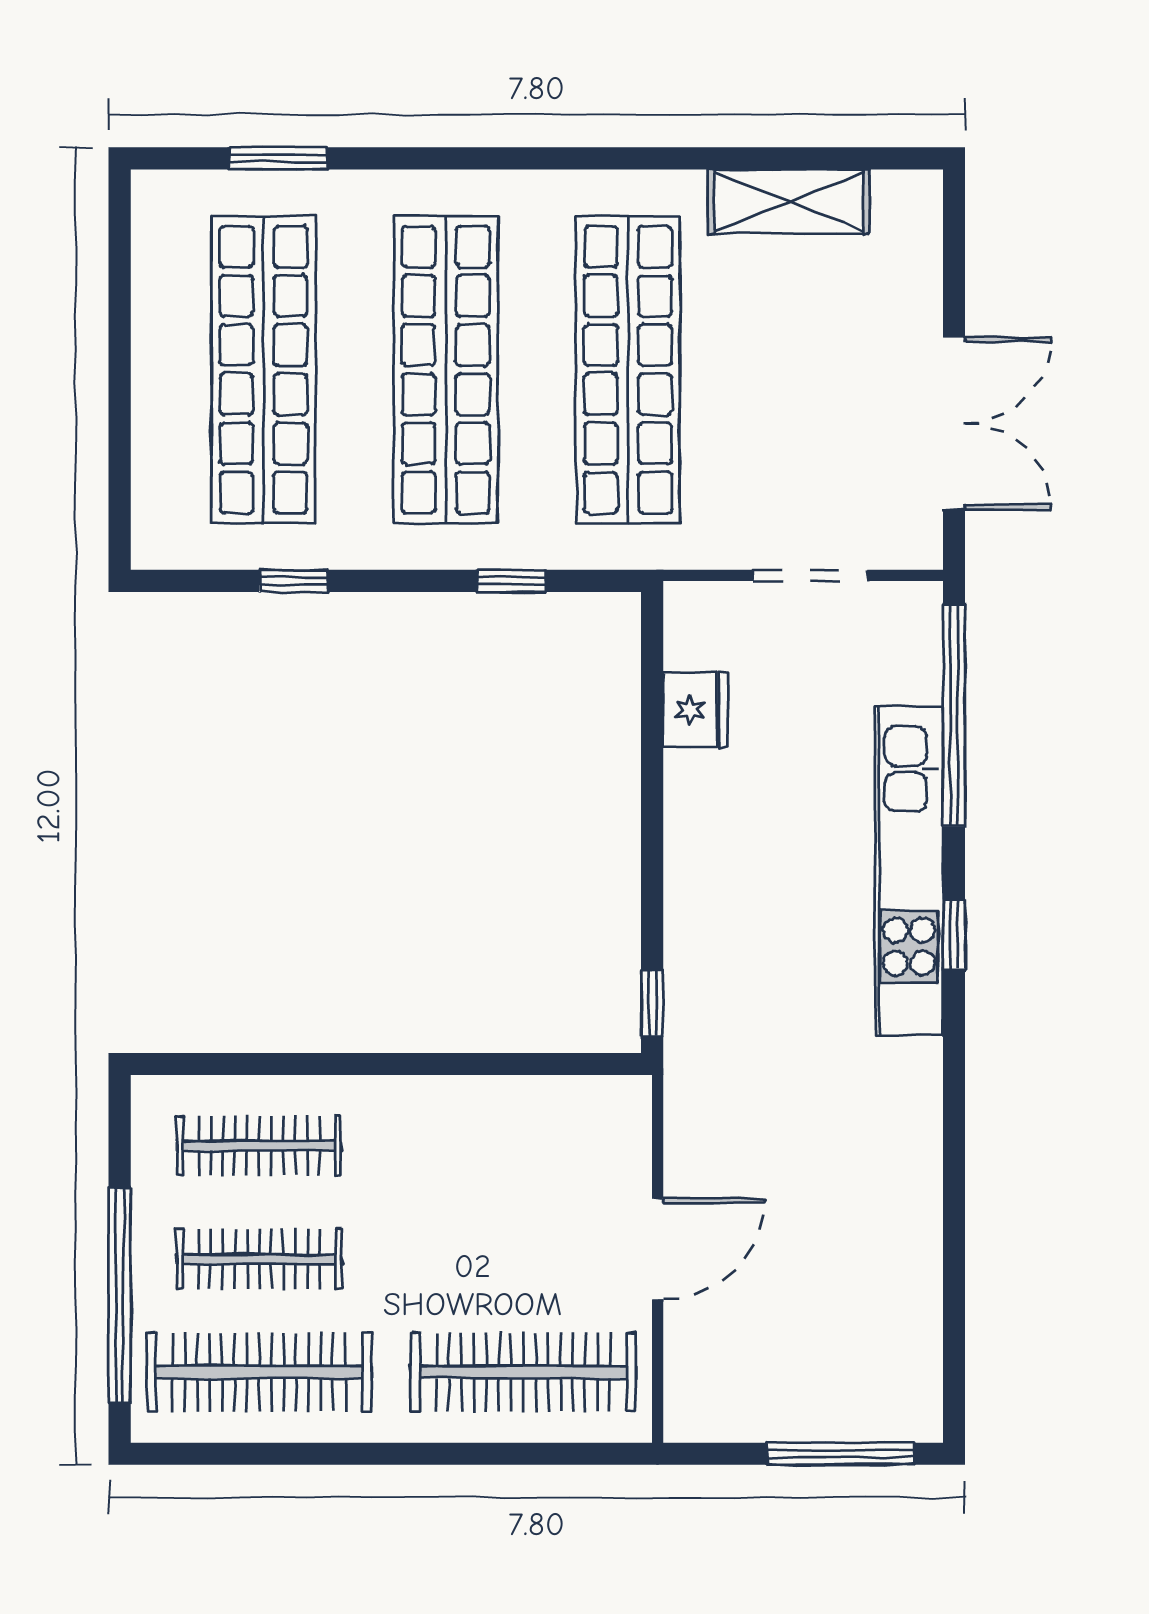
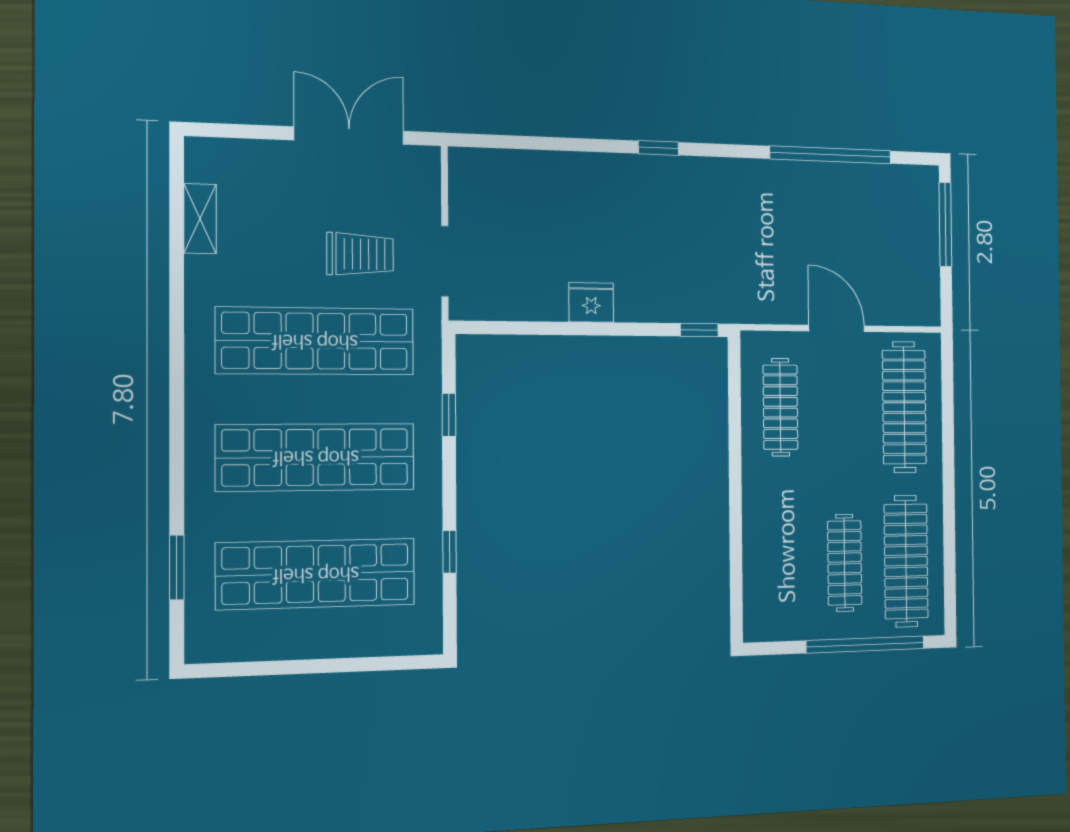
shelving: (789, 202) -> (200, 219), width x0.67, depth x0.75
trolley: (766, 440) -> (360, 254), added
doorway: (810, 575) -> (445, 261), moved
fridge: (695, 710) -> (591, 302), moved
window: (954, 715) -> (831, 155), moved
kitchen unit: (909, 871) -> (622, 174), removed
clothes rail: (259, 1146) -> (780, 407), moved

